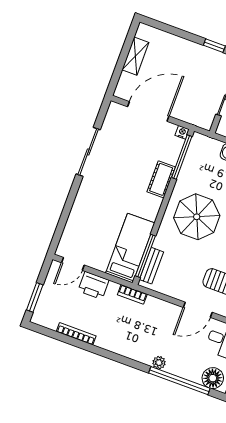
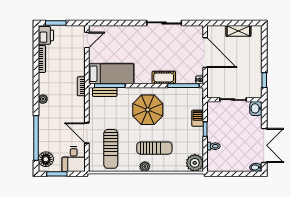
door: (73, 264) -> (87, 40), swing flipped
printer: (93, 285) -> (46, 35), moved, turned 180
plant: (159, 363) -> (43, 99), moved

